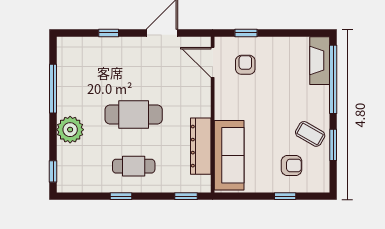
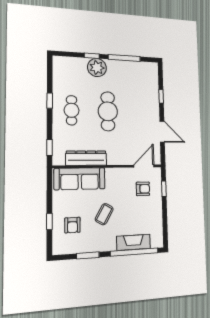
fireplace: (320, 61) -> (134, 242), moved
coffee table: (310, 134) -> (104, 214), moved
window: (53, 171) -> (92, 56), moved

